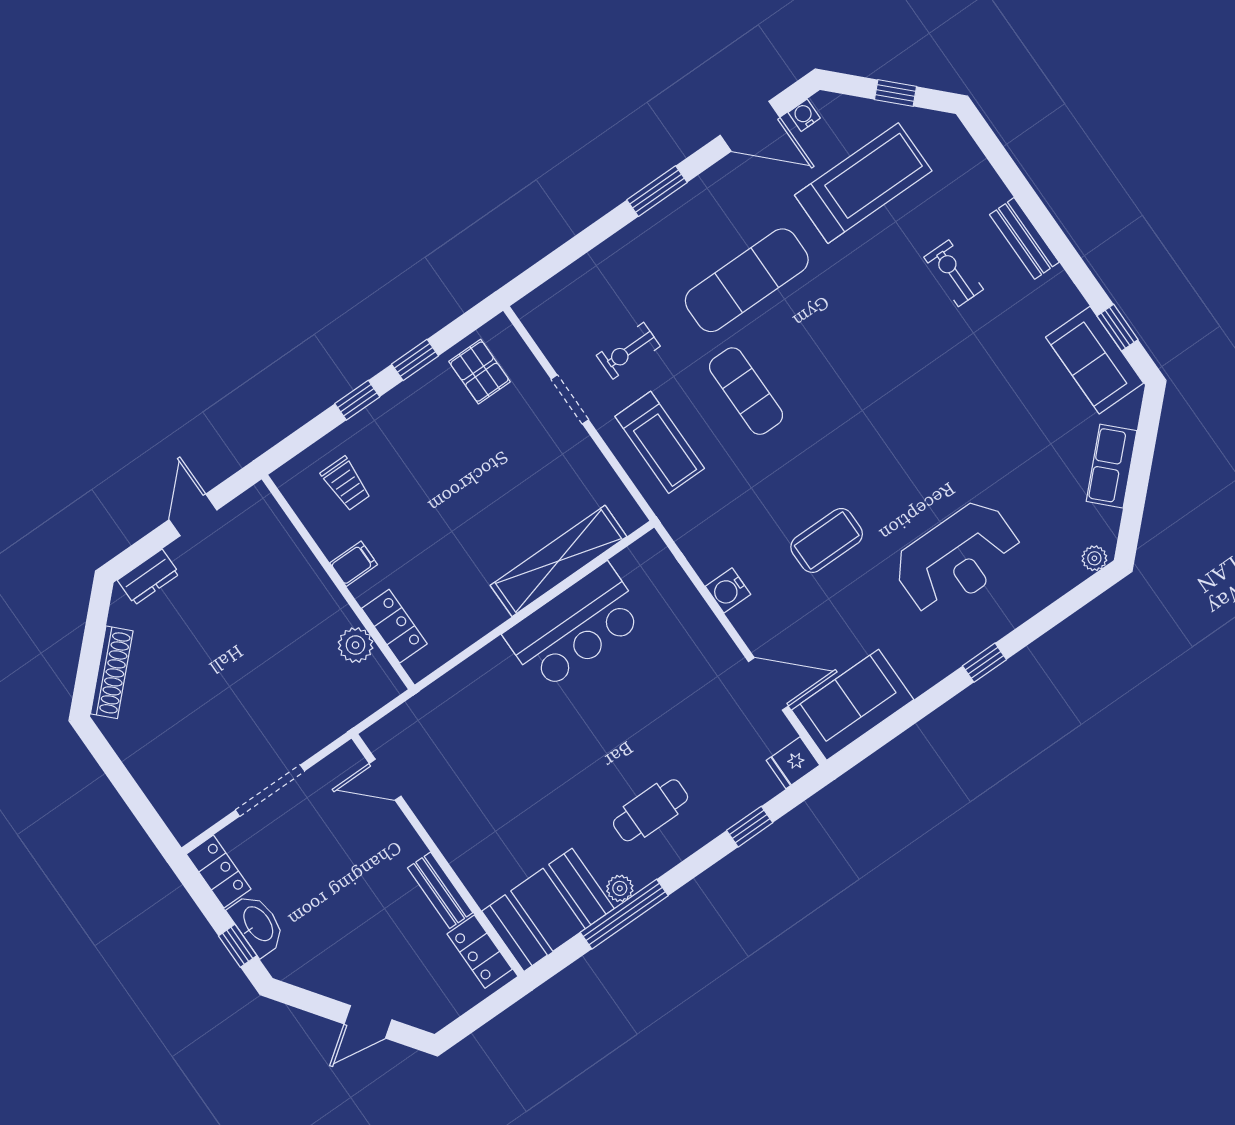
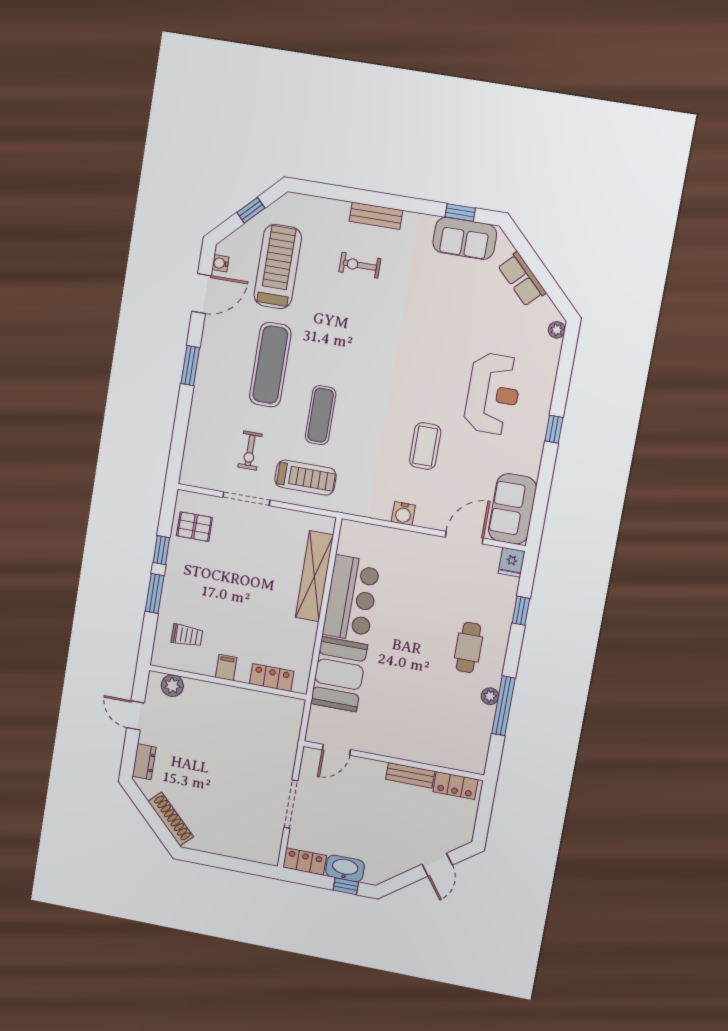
exercise mat: (746, 391) -> (321, 415), turned 90
doorway: (570, 399) -> (246, 499), width x1.38
window: (357, 400) -> (155, 593), width x1.50
plant: (356, 645) -> (172, 686), moved
booth: (548, 910) -> (339, 674), moved

